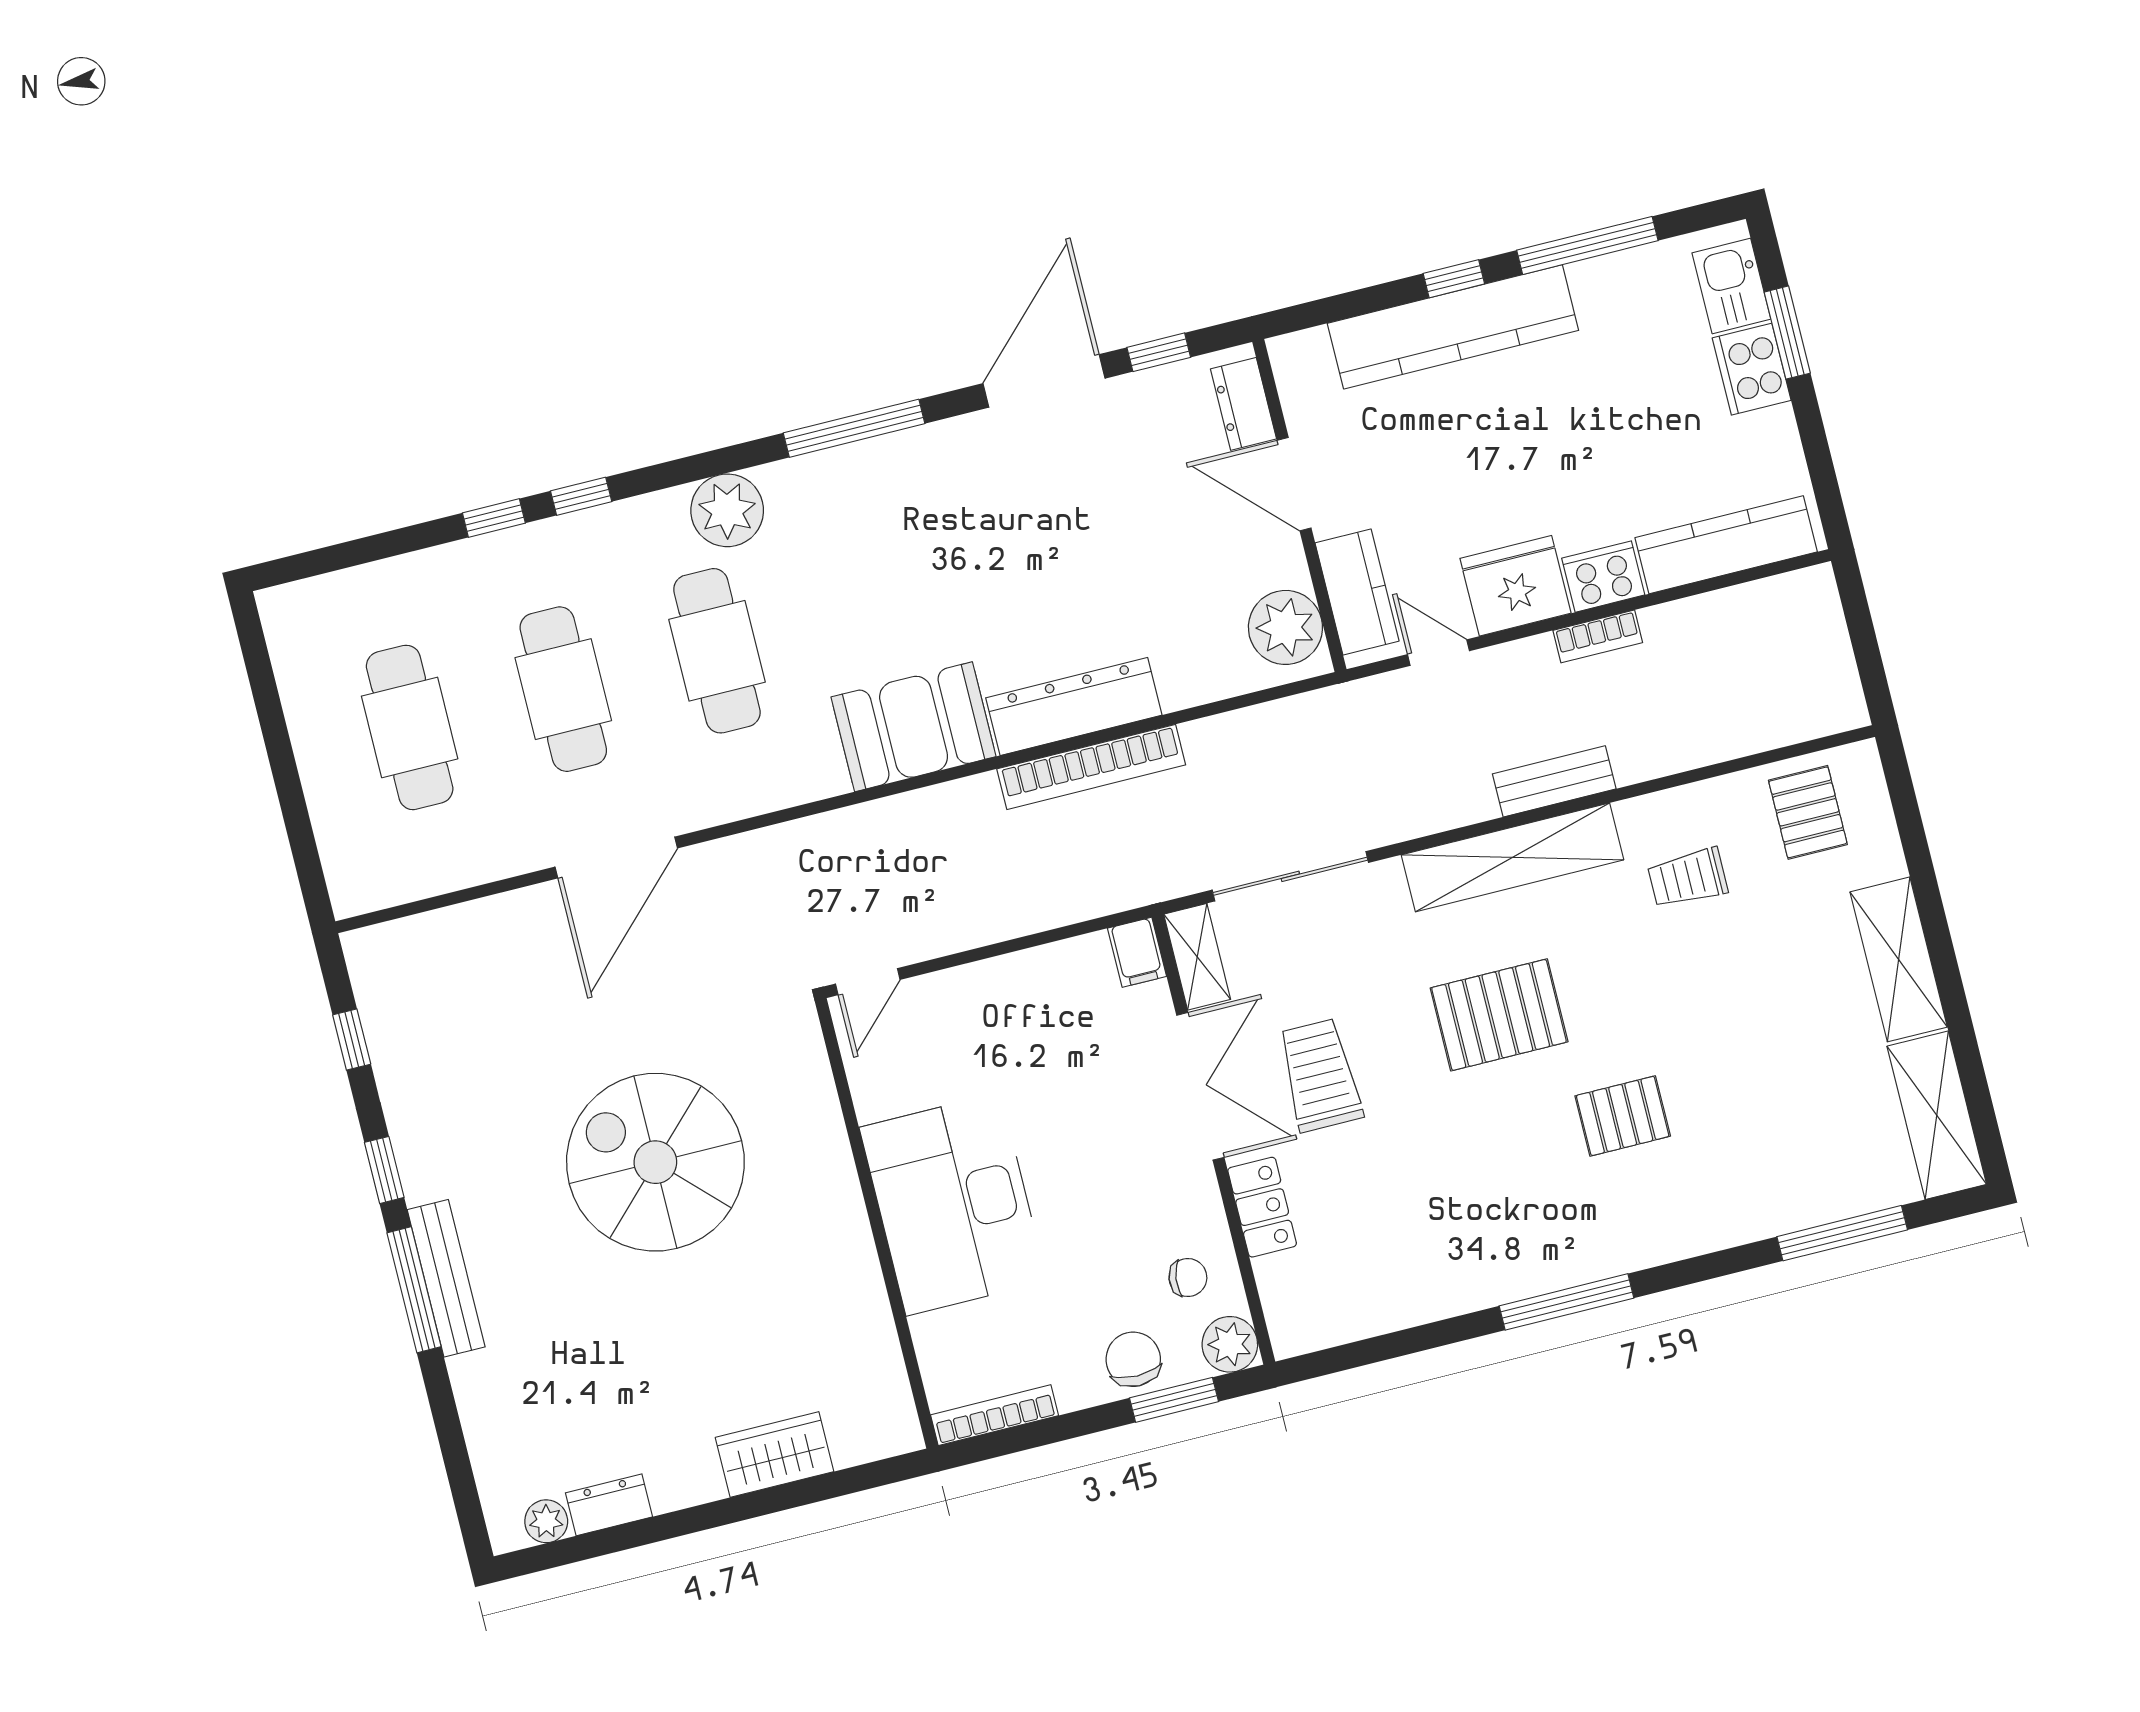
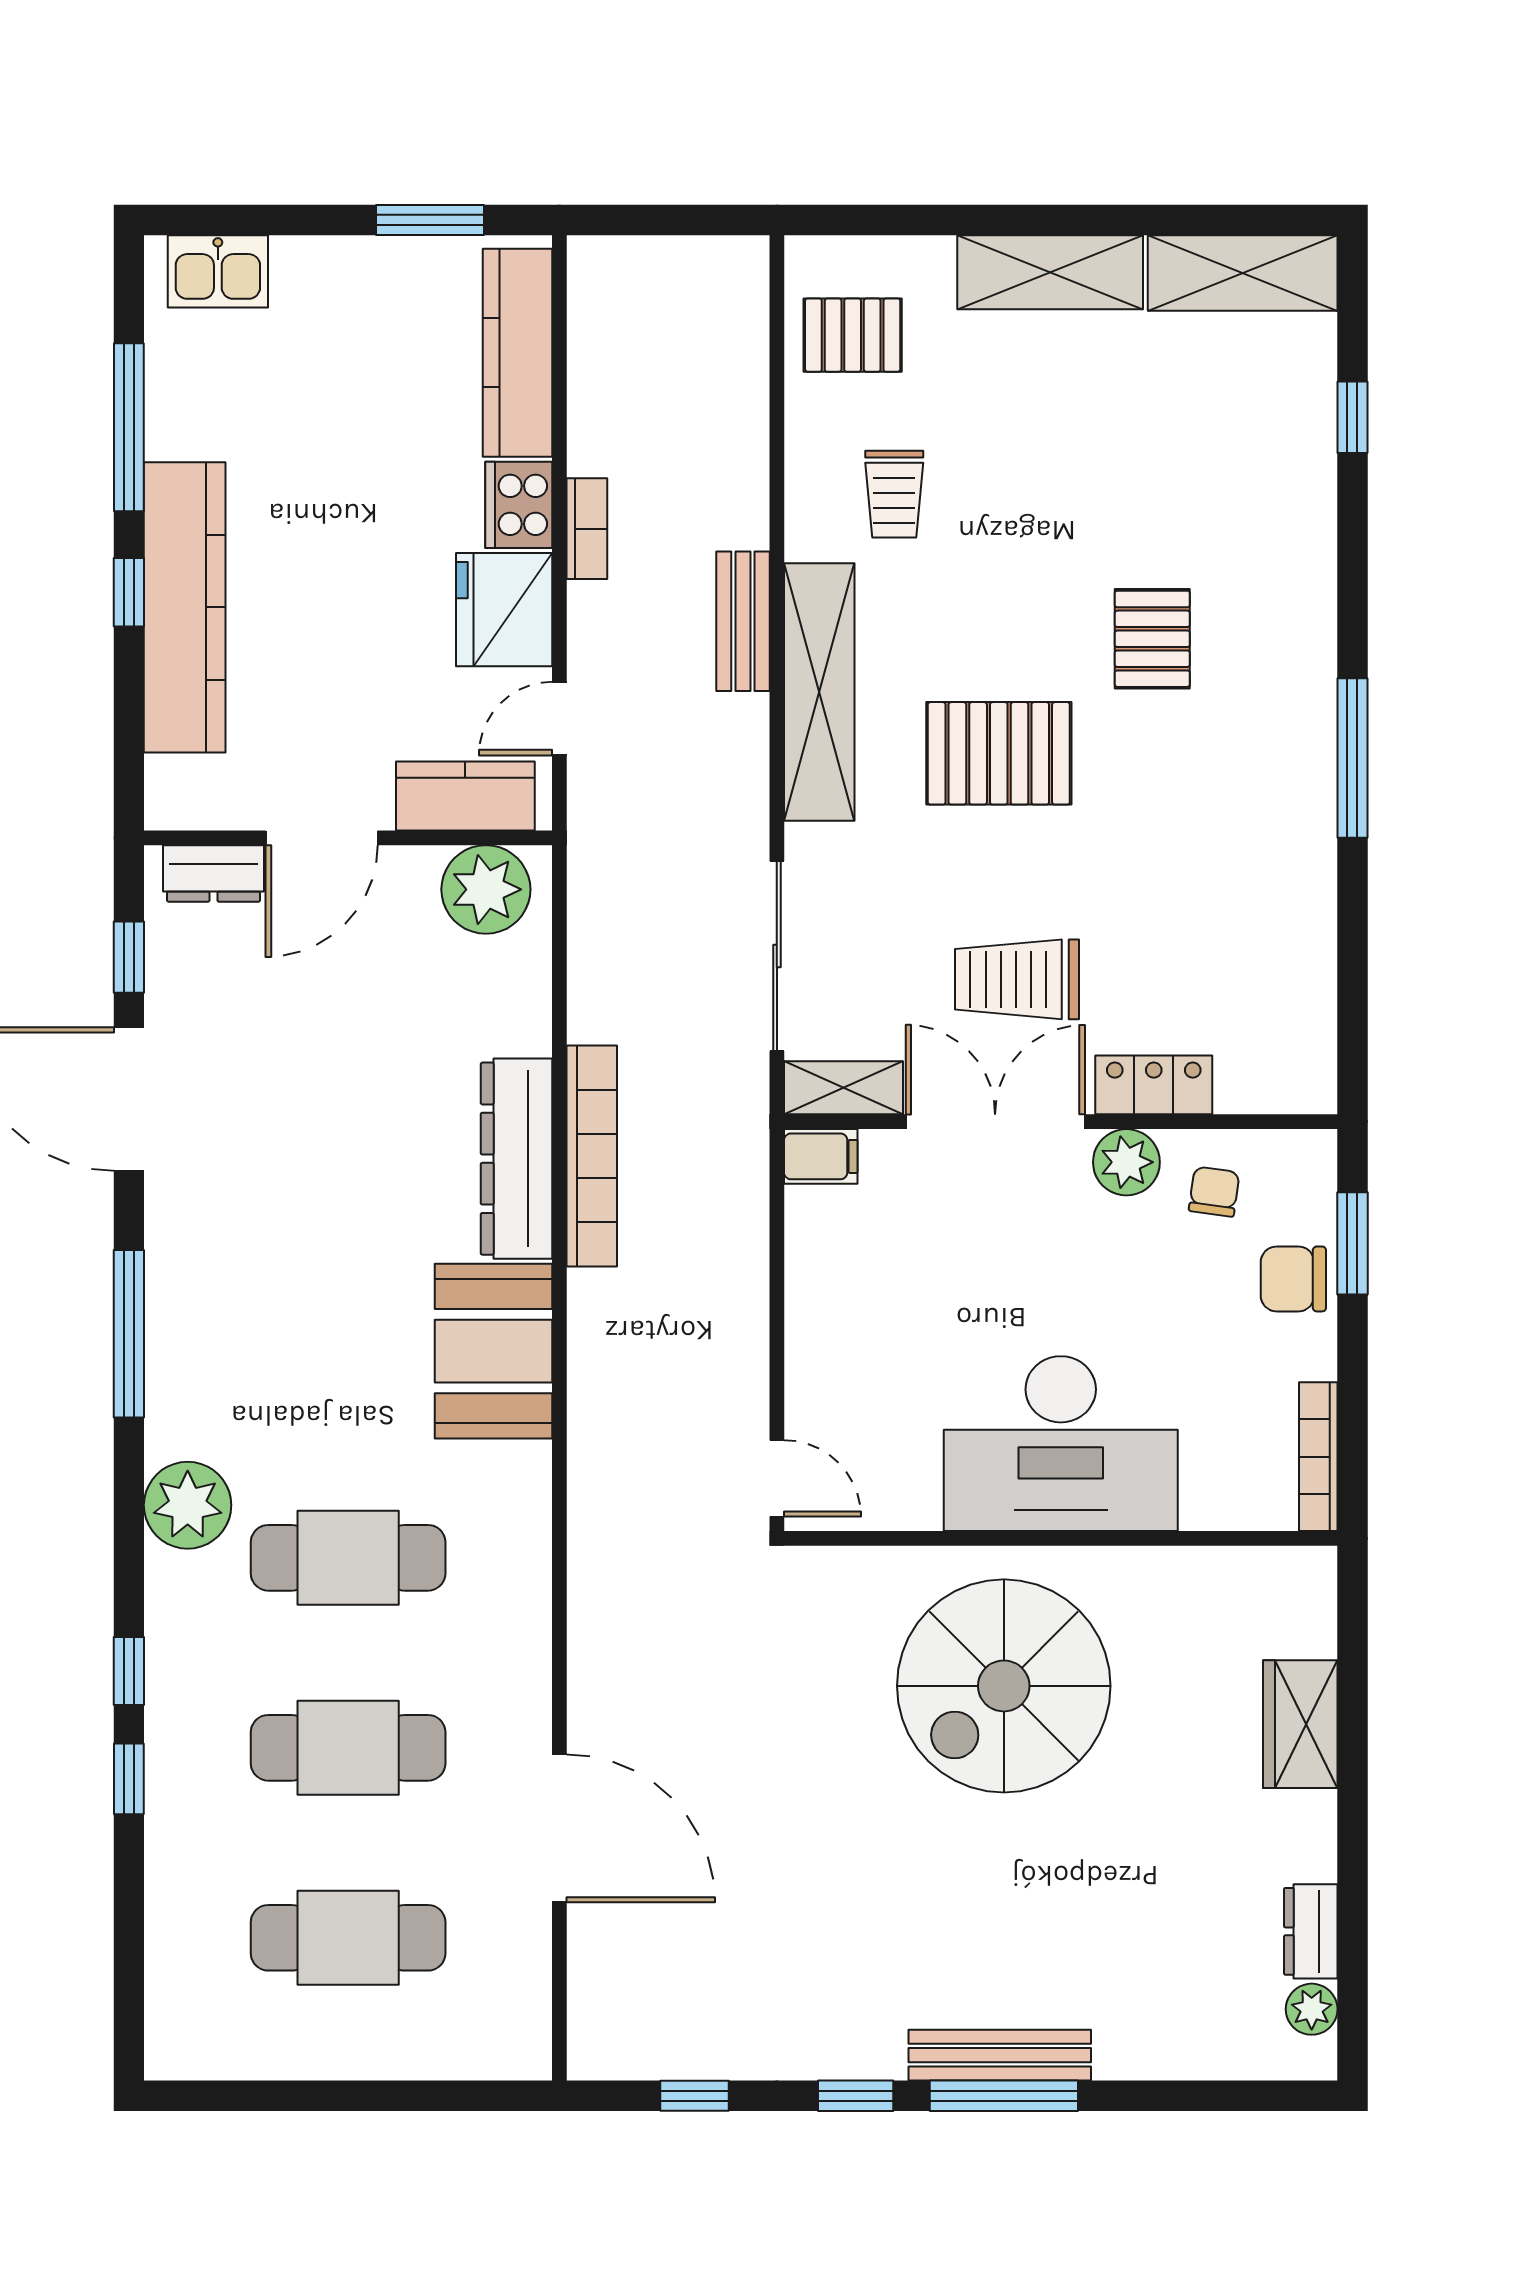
window: (1787, 333) -> (430, 220), moved
cooker: (1752, 369) -> (320, 272), removed
door: (616, 858) -> (559, 1828), moved
pallet: (1499, 1015) -> (999, 753), turned 90
spiral stairs: (655, 1162) -> (1004, 1686), moved
window: (1842, 1233) -> (1352, 417), width x0.46
plant: (1230, 1344) -> (1126, 1162), moved

